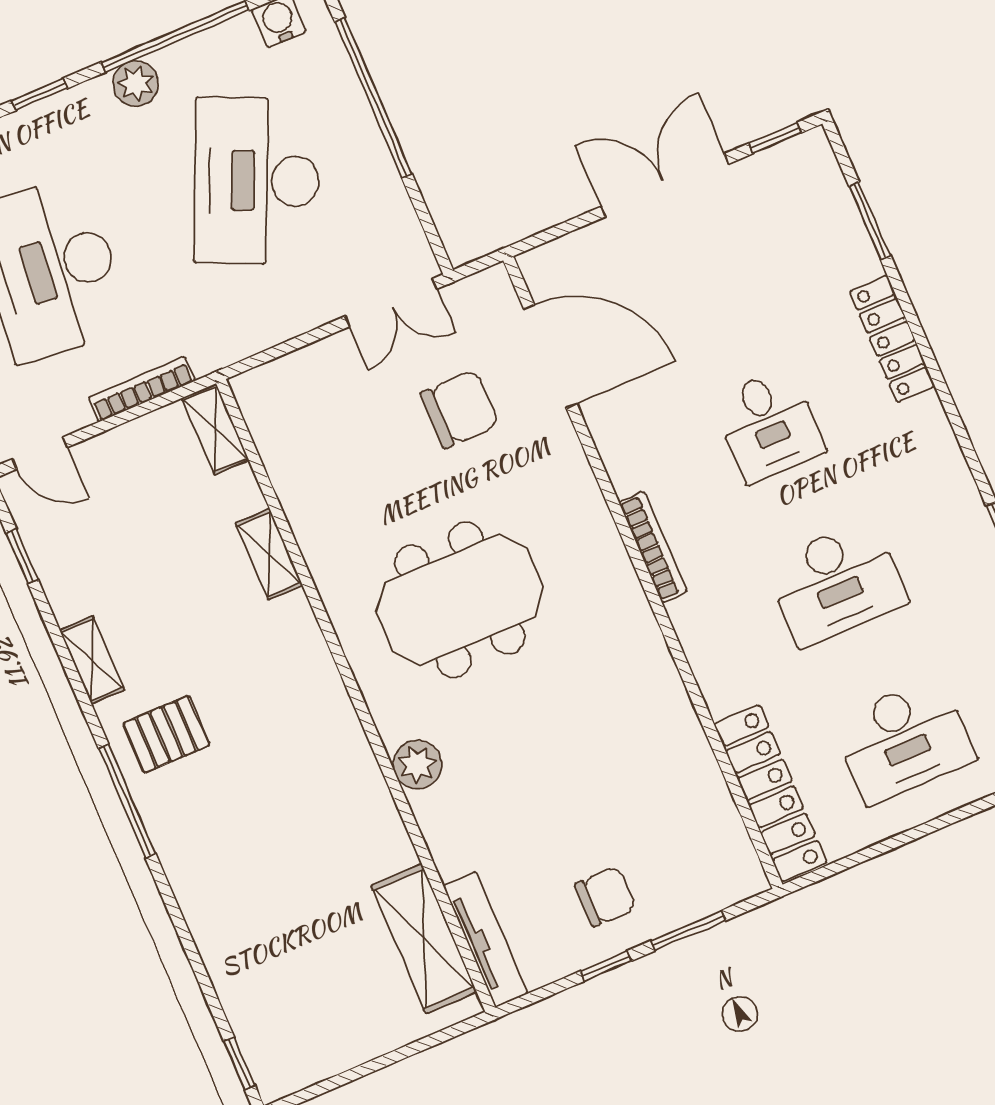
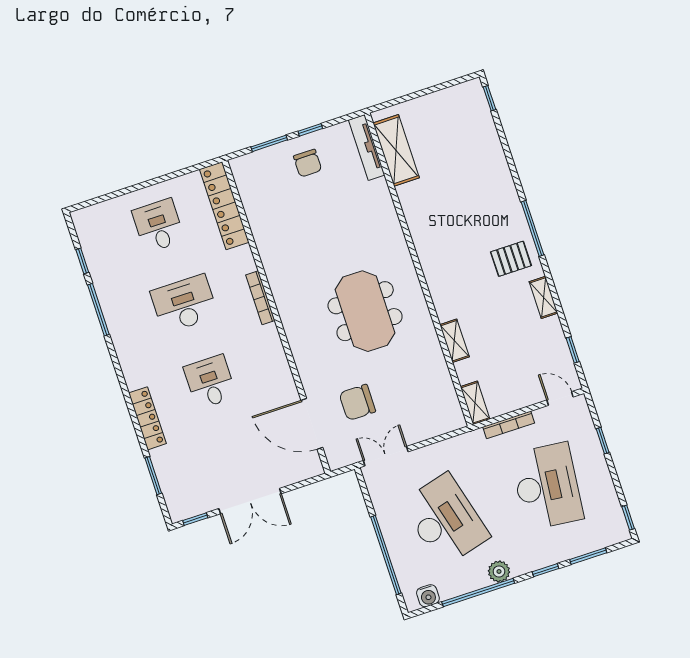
desk: (257, 181) -> (445, 520), turned -39
bookcase: (653, 547) -> (260, 298), moved
meeting table: (460, 600) -> (365, 311), turned 90
desk: (904, 740) -> (158, 226), width x0.73
plant: (417, 765) -> (392, 234), removed
chair: (605, 896) -> (308, 163), turned -90

